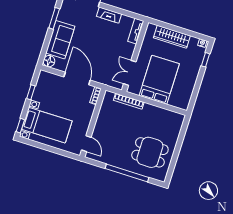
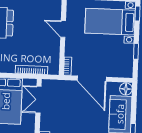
double door: (130, 73) -> (38, 100), swing flipped
door: (86, 144) -> (63, 29), moved

